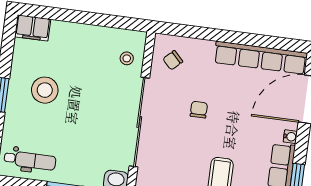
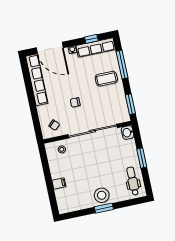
filing cabinet: (33, 28) -> (59, 183), moved, width x0.50
stool: (45, 90) -> (102, 195), moved

